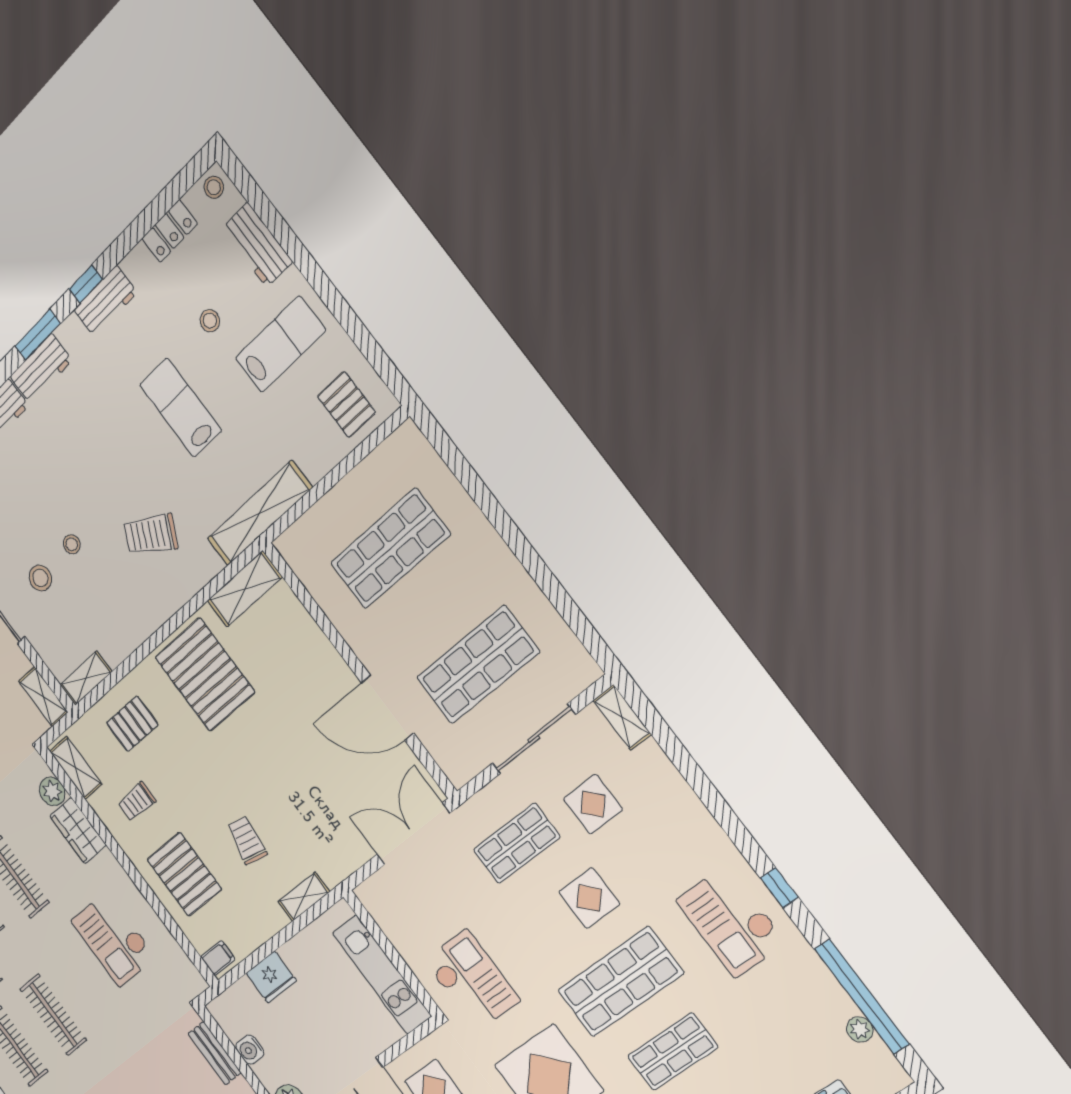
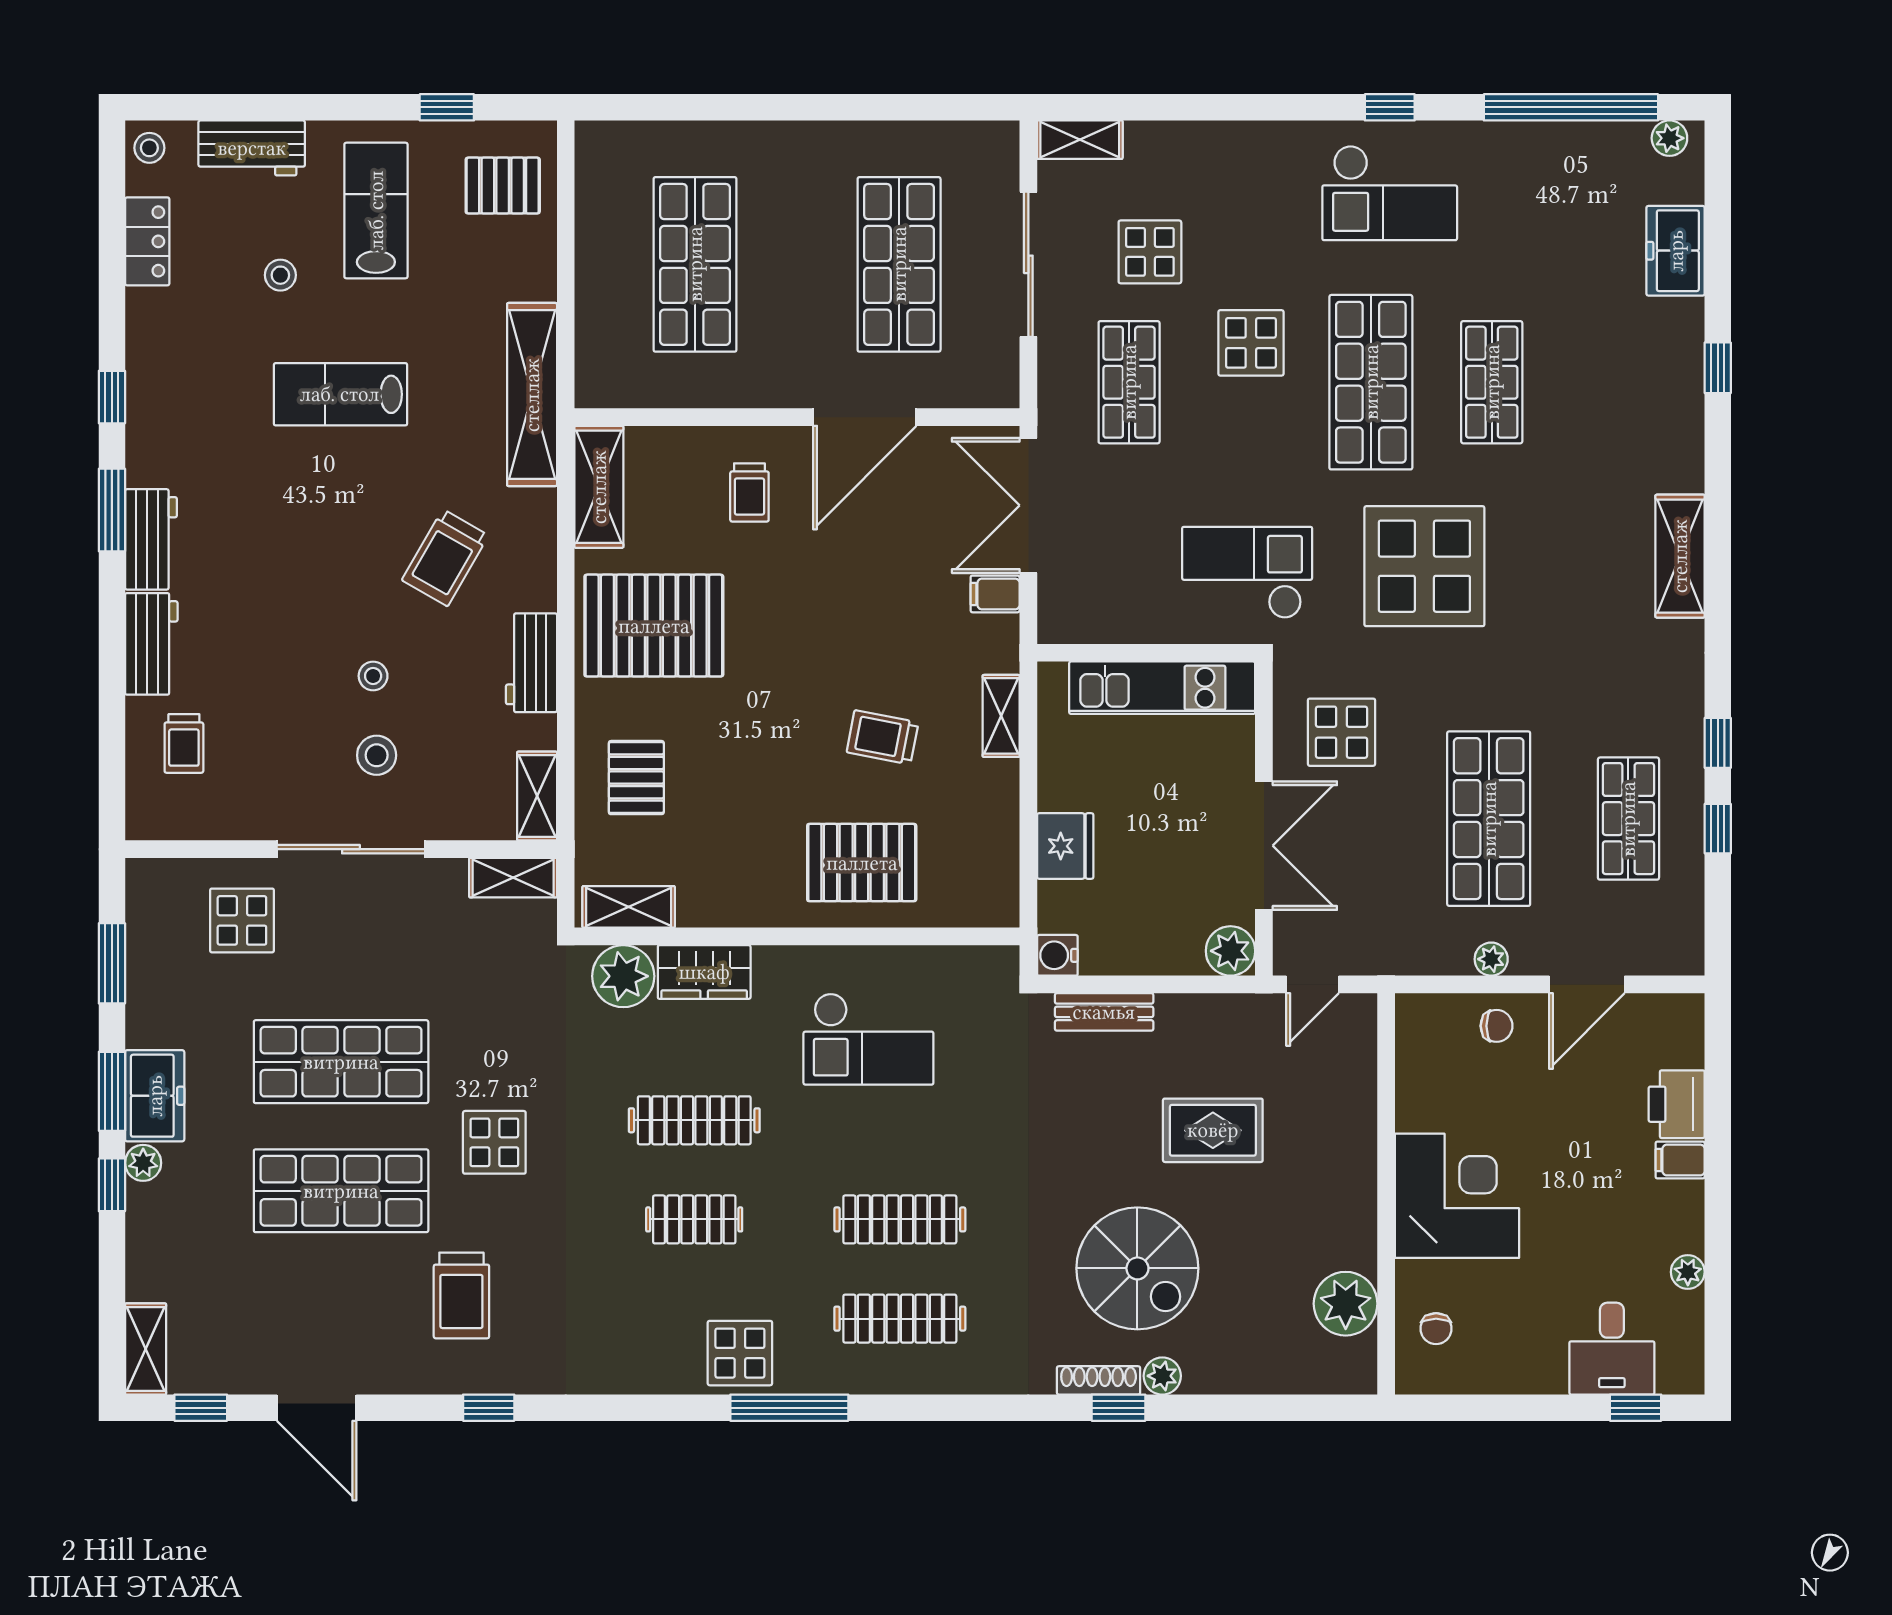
workbench: (105, 301) -> (532, 663), moved, turned 180
window: (361, 336) -> (447, 107), added
plant: (52, 791) -> (623, 976), width x1.36, depth x1.36
trolley: (137, 802) -> (749, 492), moved
filing cabinet: (218, 958) -> (995, 594), moved, turned -90
plant: (860, 1029) -> (1669, 138), moved
water cooler: (250, 1050) -> (1057, 955), moved, turned 90

